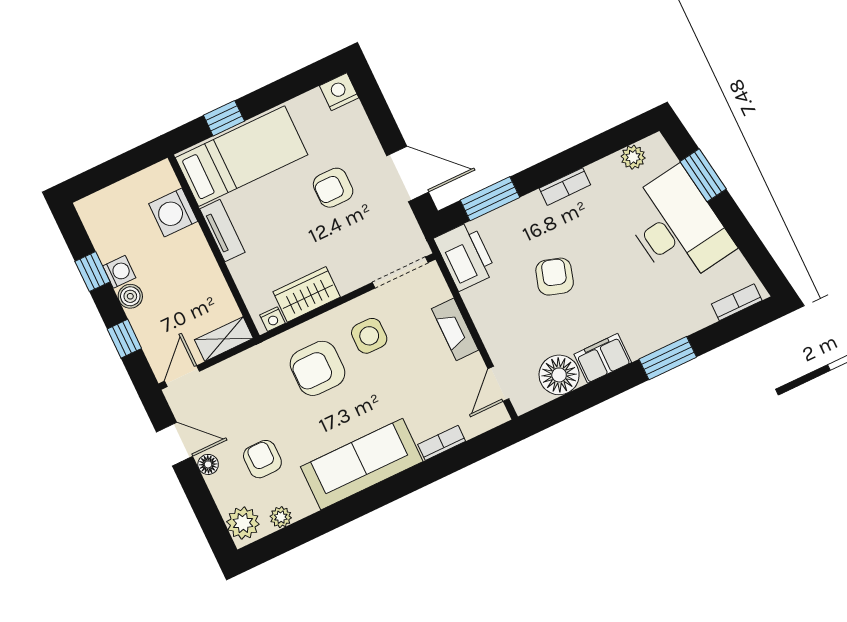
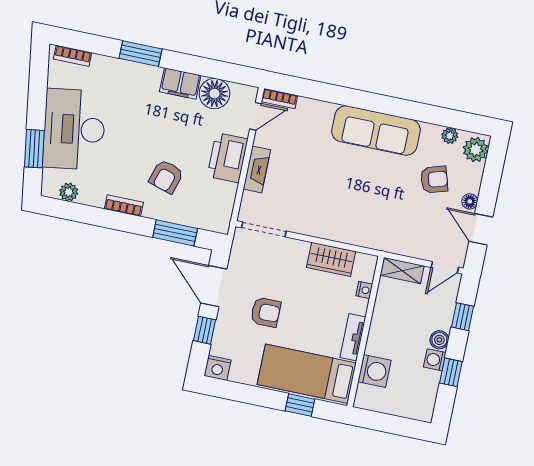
window: (382, 121) -> (205, 330), added
printer: (465, 256) -> (228, 158), moved
armchair: (555, 277) -> (166, 177), moved
nightstand: (272, 319) -> (364, 290), moved, turned 90
side table: (369, 336) -> (312, 205), removed
armchair: (317, 368) -> (359, 209), removed
bookcase: (442, 443) -> (279, 99), moved
armchair: (262, 459) -> (434, 180), turned -107

